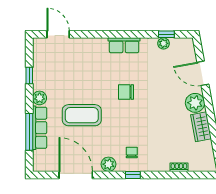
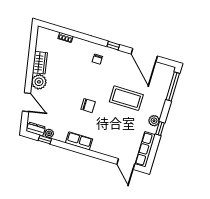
dresser: (181, 44) -> (36, 129), added
window: (29, 76) -> (160, 129), moved
row of seats: (40, 128) -> (145, 149), moved
window: (29, 132) -> (173, 86), moved
plant: (109, 164) -> (117, 56), removed
window: (133, 175) -> (113, 46), moved

